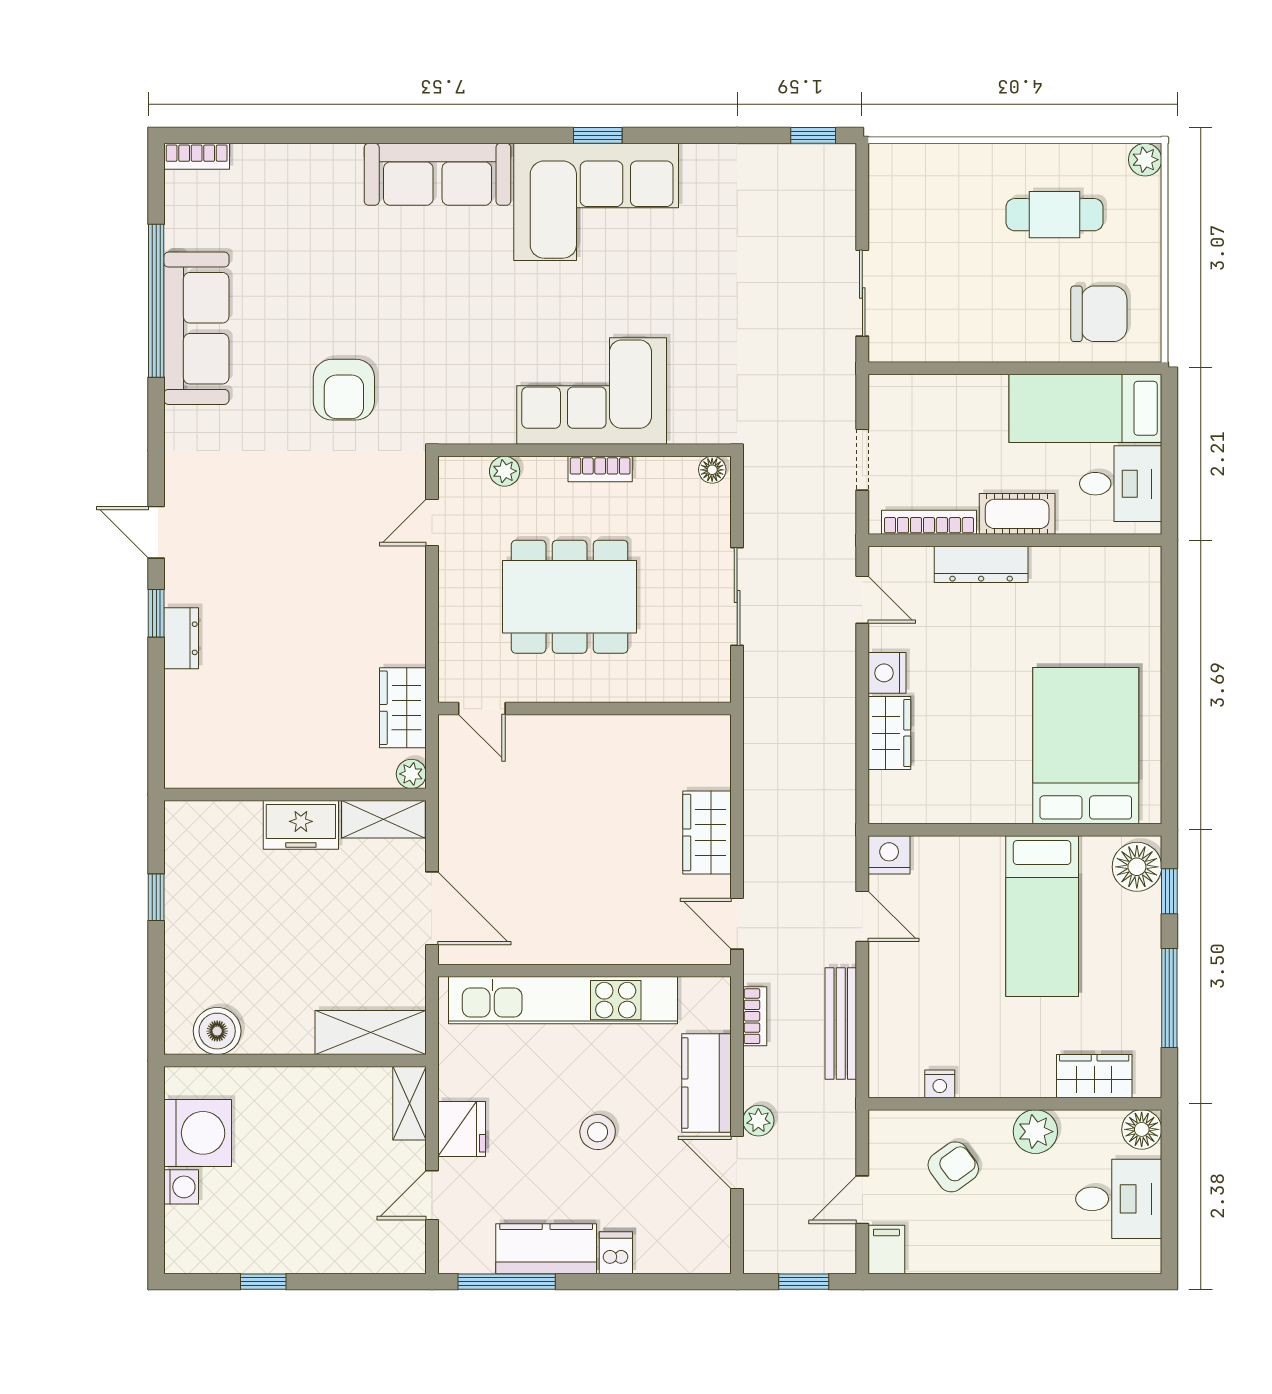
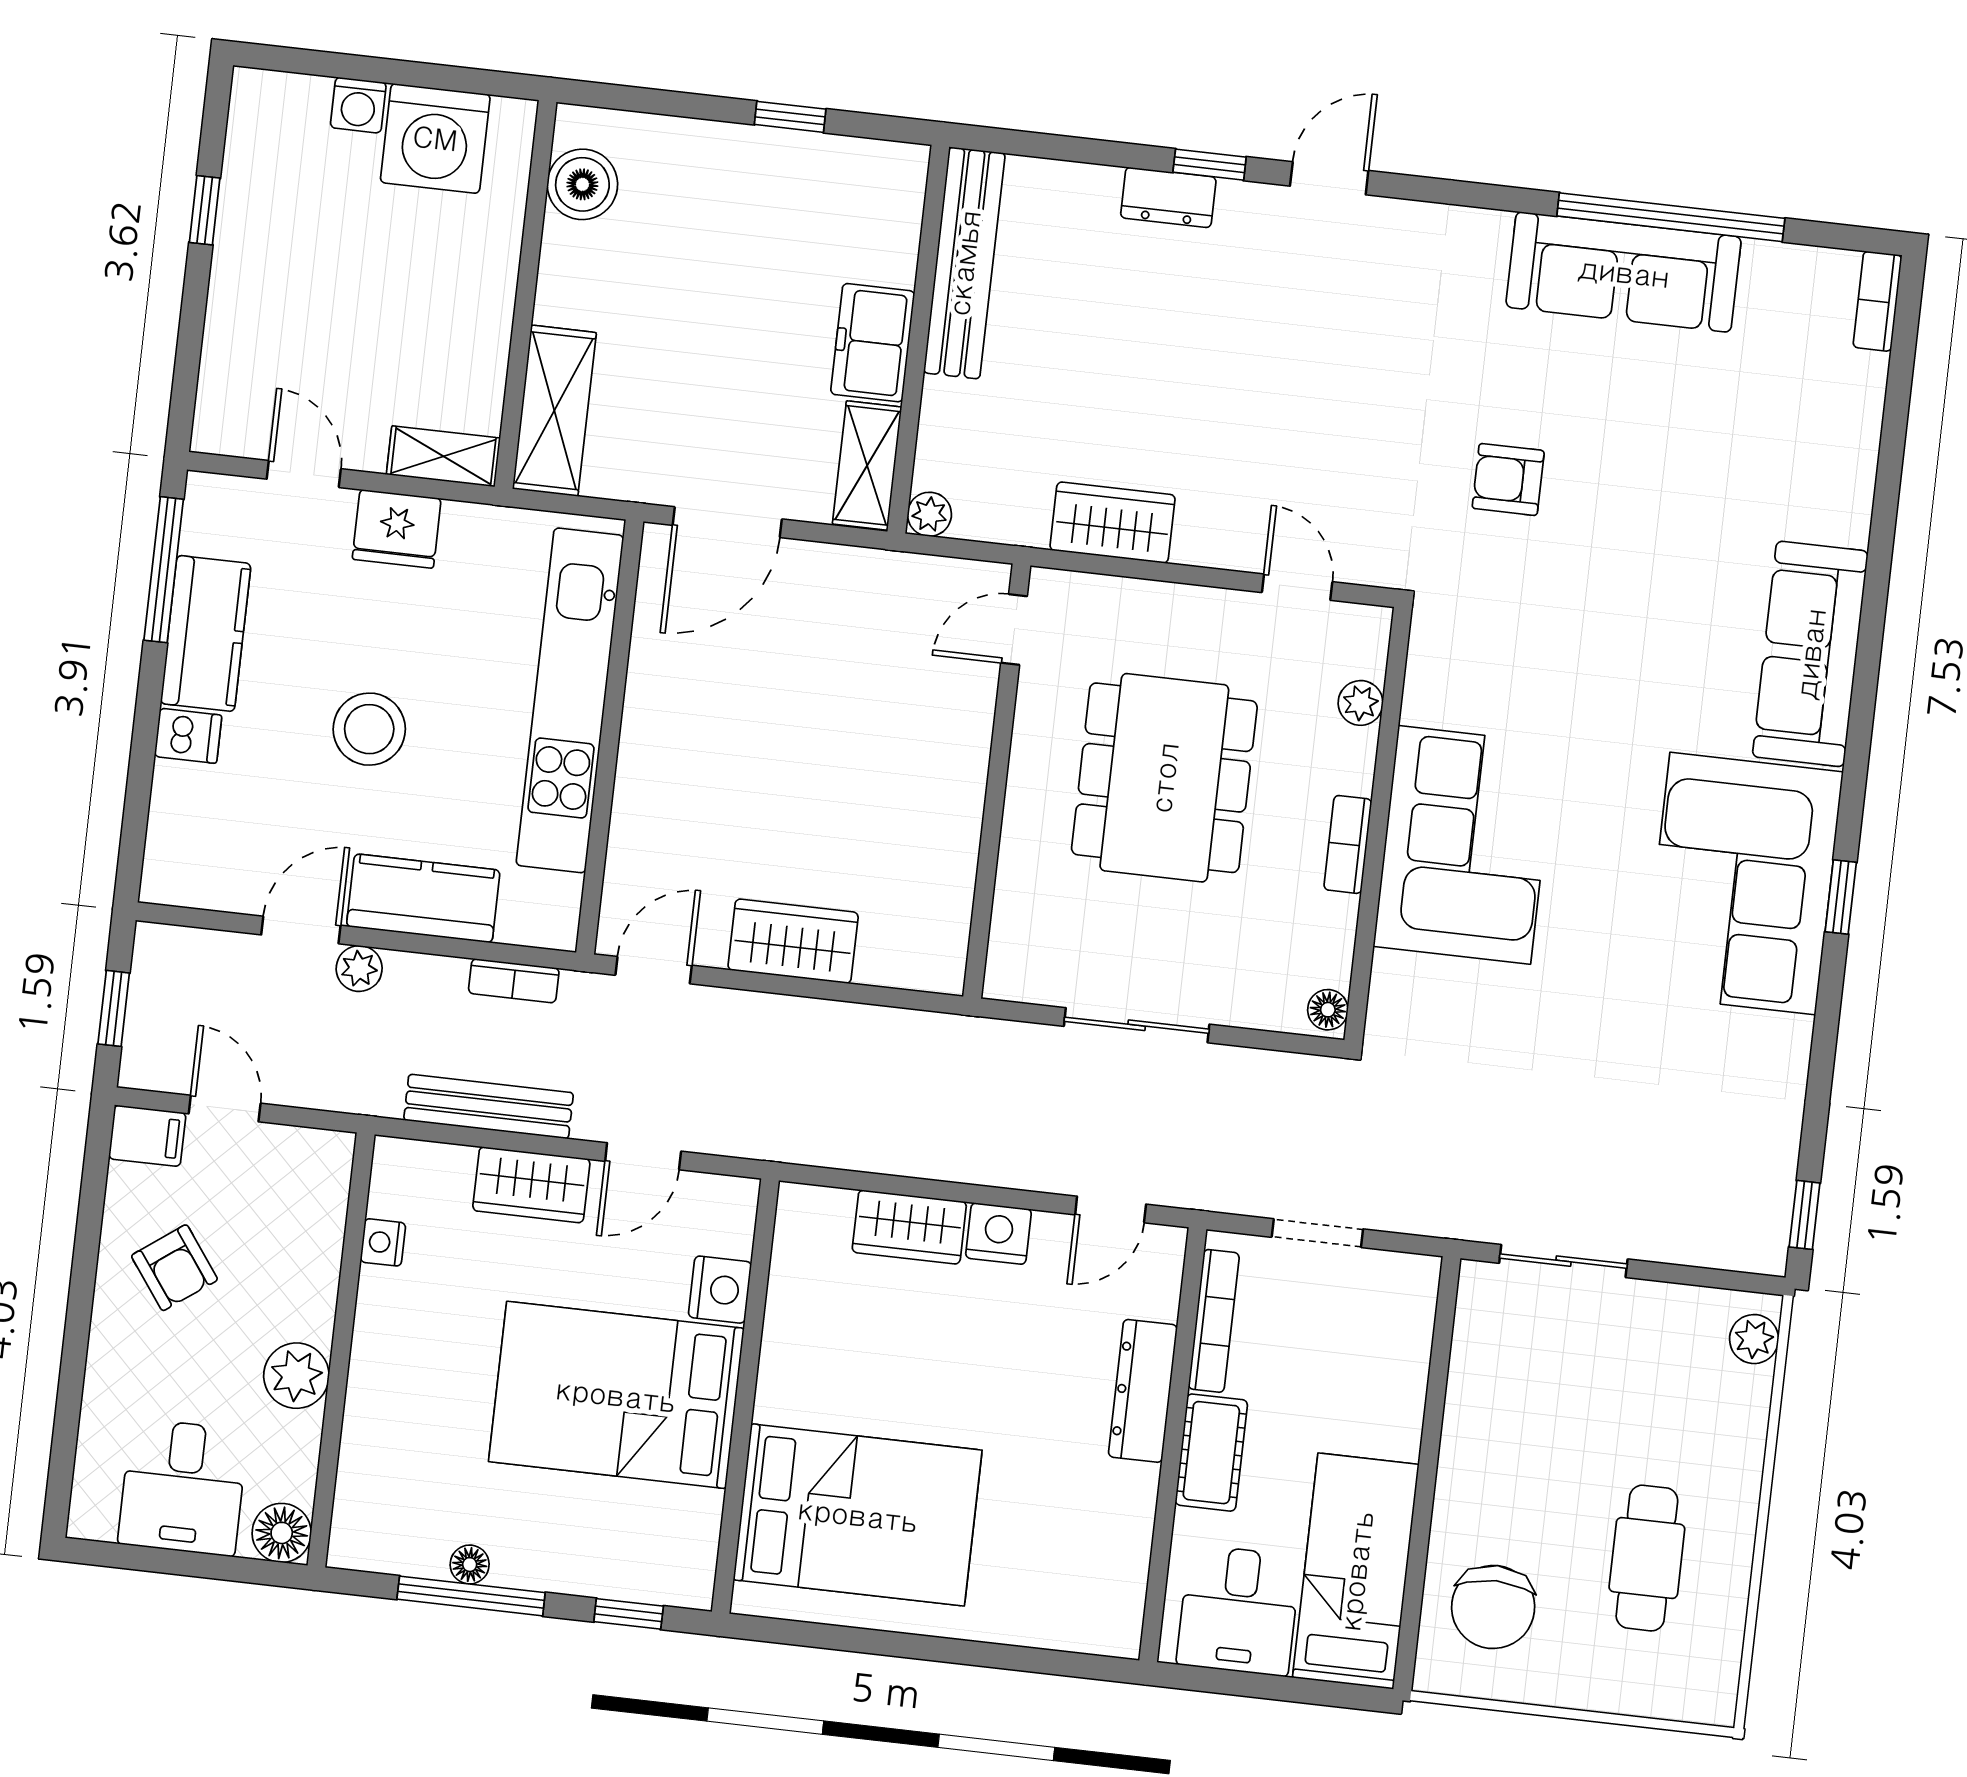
plant: (1145, 160) -> (1754, 1339), moved
armchair: (344, 390) -> (1508, 479), width x0.72, depth x0.72
wardrobe: (403, 708) -> (1113, 523), moved
bench: (241, 770) -> (964, 263), added
nightstand: (889, 855) -> (720, 1290), moved
floor lamp: (1137, 867) -> (470, 1565), moved, width x0.53, depth x0.53
bed: (1042, 916) -> (616, 1395), width x1.50
wardrobe: (1094, 1076) -> (531, 1185), moved, turned 90
stool: (598, 1132) -> (369, 729), width x1.38, depth x1.38
armchair: (953, 1167) -> (174, 1268), moved

